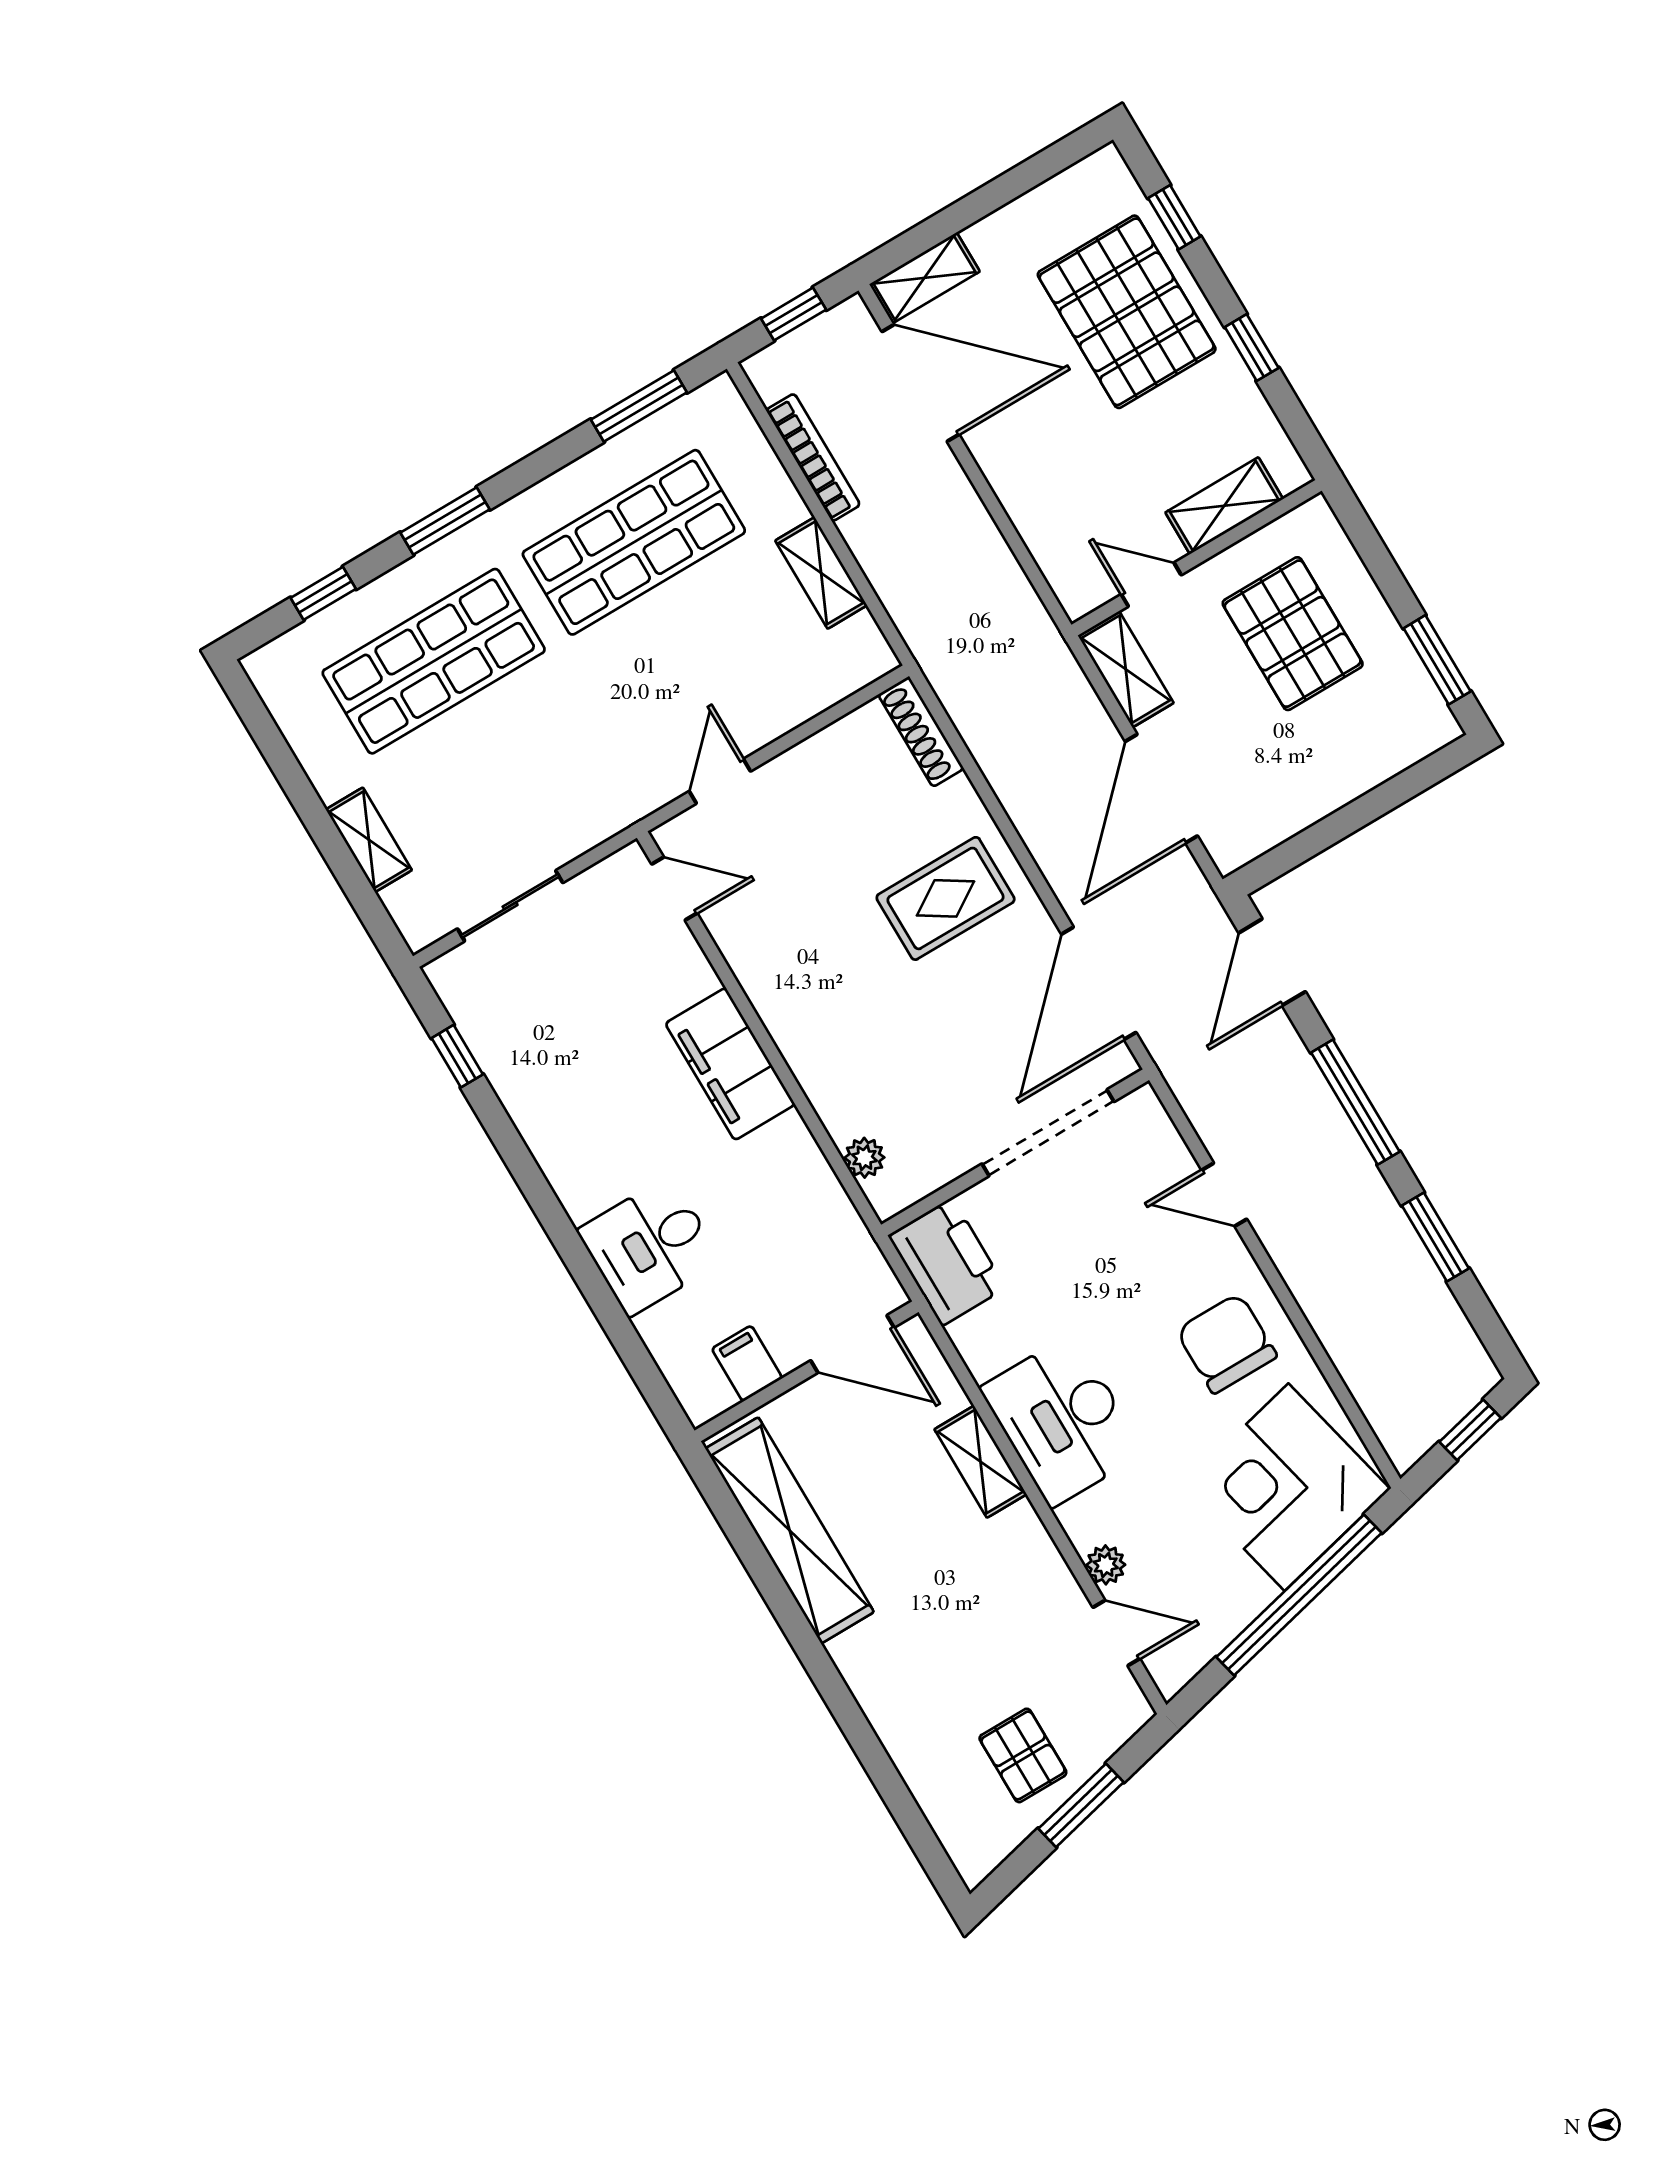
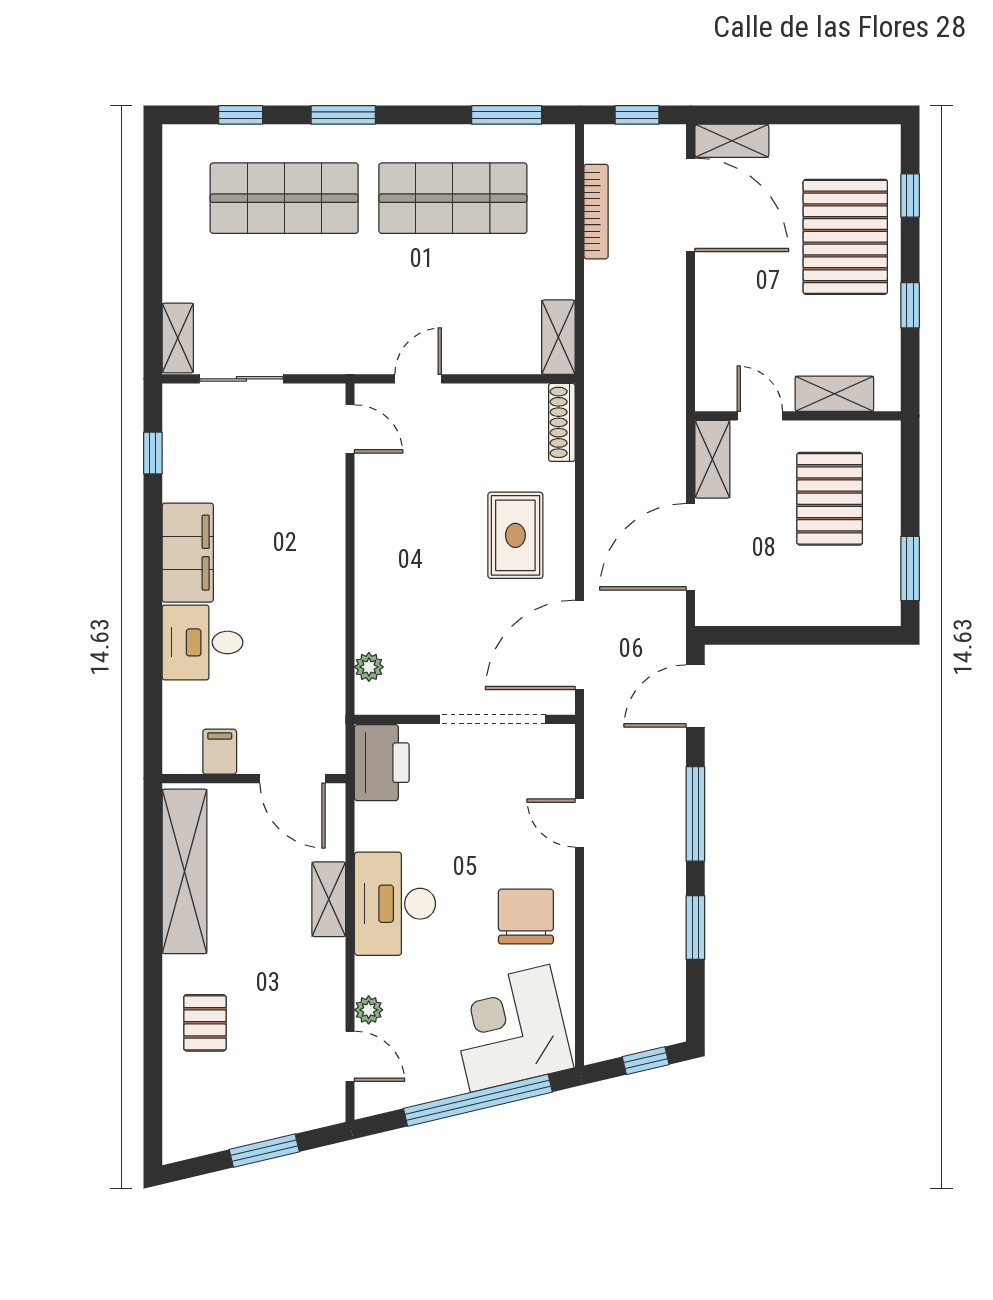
shelving: (821, 573) -> (558, 337), moved
shelving: (369, 840) -> (178, 338), moved
rug: (946, 898) -> (515, 535), turned 90
filing cabinet: (730, 1064) -> (188, 553), moved, turned 180
pallet: (1023, 1755) -> (205, 1023), moved

